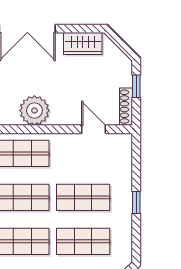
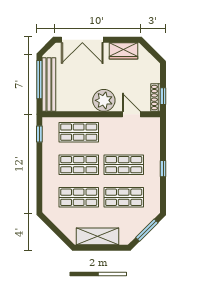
window: (136, 86) -> (163, 96), moved
plant: (34, 110) -> (104, 100), moved

